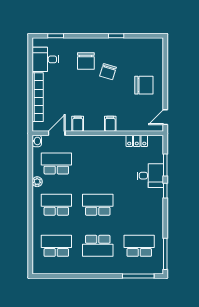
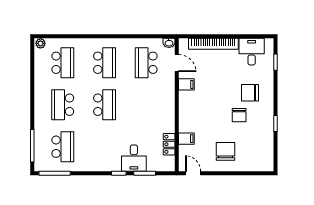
chair: (108, 72) -> (239, 115), turned -107
chair: (144, 85) -> (225, 151), turned 180
filing cabinet: (110, 124) -> (186, 139), moved
school desk: (56, 163) -> (146, 63), turned 180
plant: (37, 182) -> (40, 43), moved

